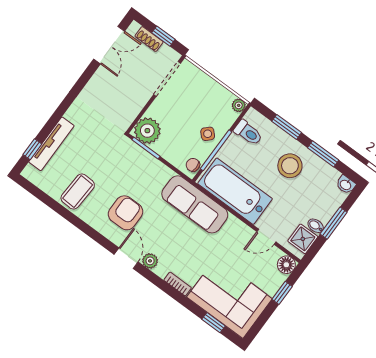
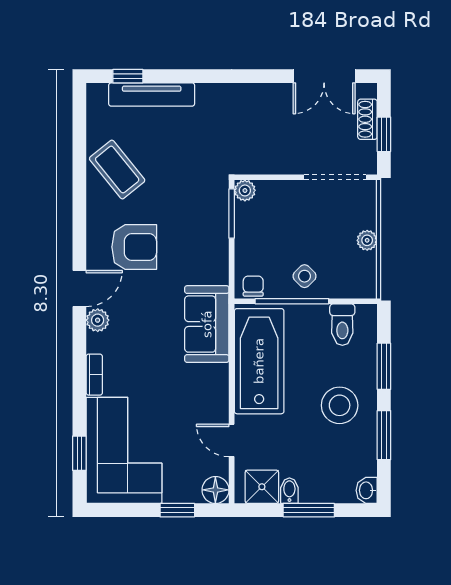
plant: (239, 105) -> (367, 240), moved
plant: (147, 131) -> (245, 190), width x0.53, depth x0.53
coffee table: (78, 192) -> (117, 170), turned 48
sofa: (195, 204) -> (207, 324), width x0.73

